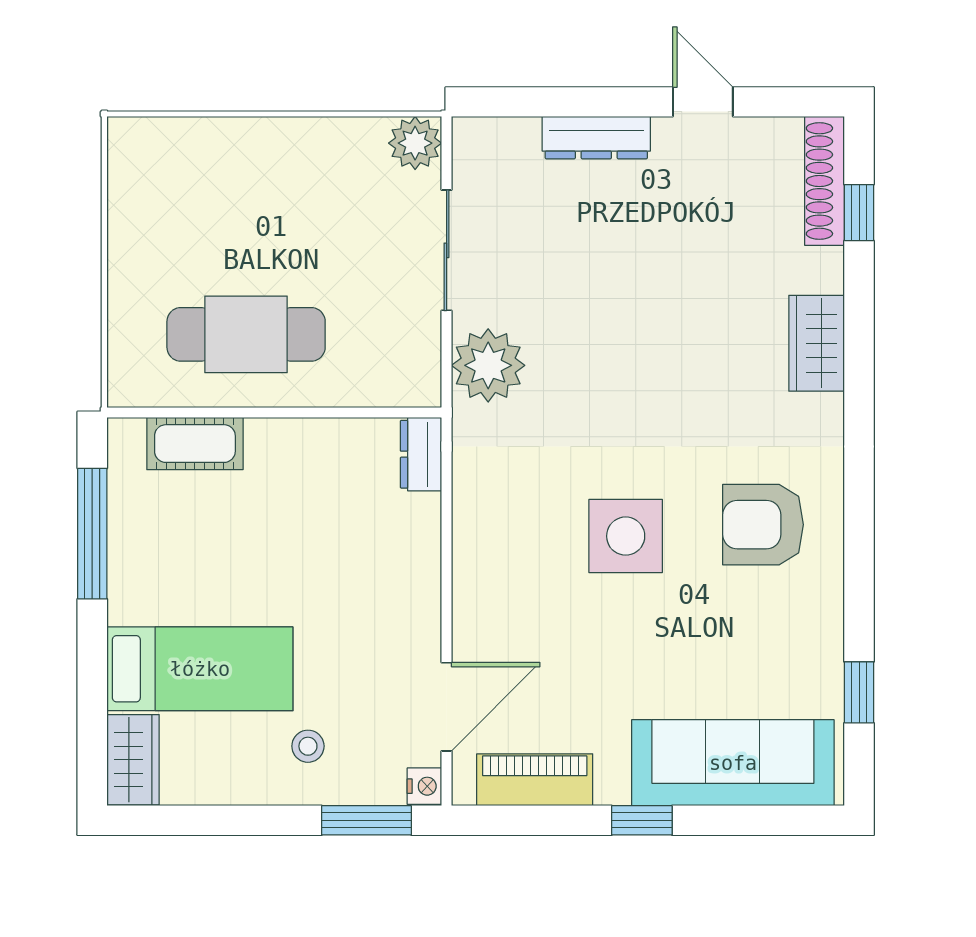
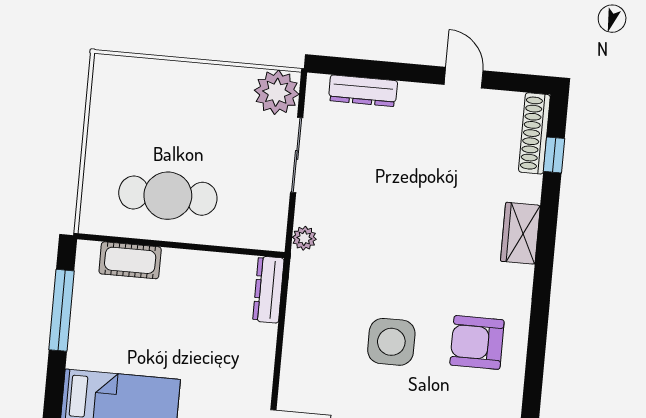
dresser: (596, 138) -> (363, 91), moved
plant: (415, 143) -> (277, 92), width x1.36, depth x1.36
plant: (488, 365) -> (304, 238), width x0.53, depth x0.53
dresser: (421, 454) -> (268, 290), width x1.44

